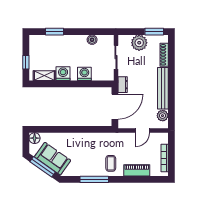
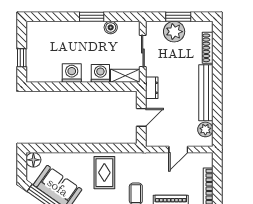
window: (54, 32) -> (92, 17), moved
window: (154, 32) -> (178, 17), moved
shelving: (44, 76) -> (125, 76), moved
door: (115, 107) -> (141, 117), width x0.53
rug: (87, 148) -> (104, 173), added

